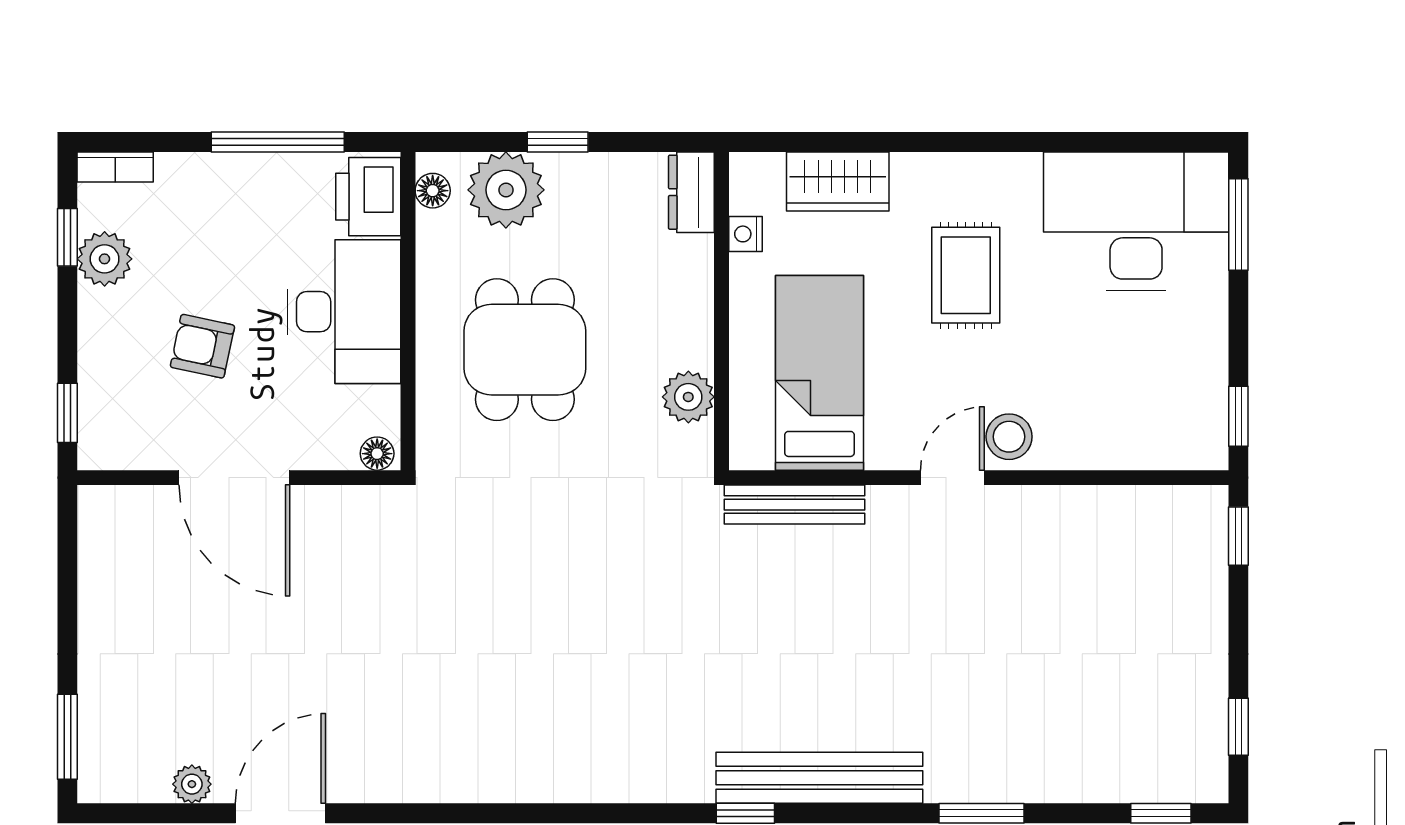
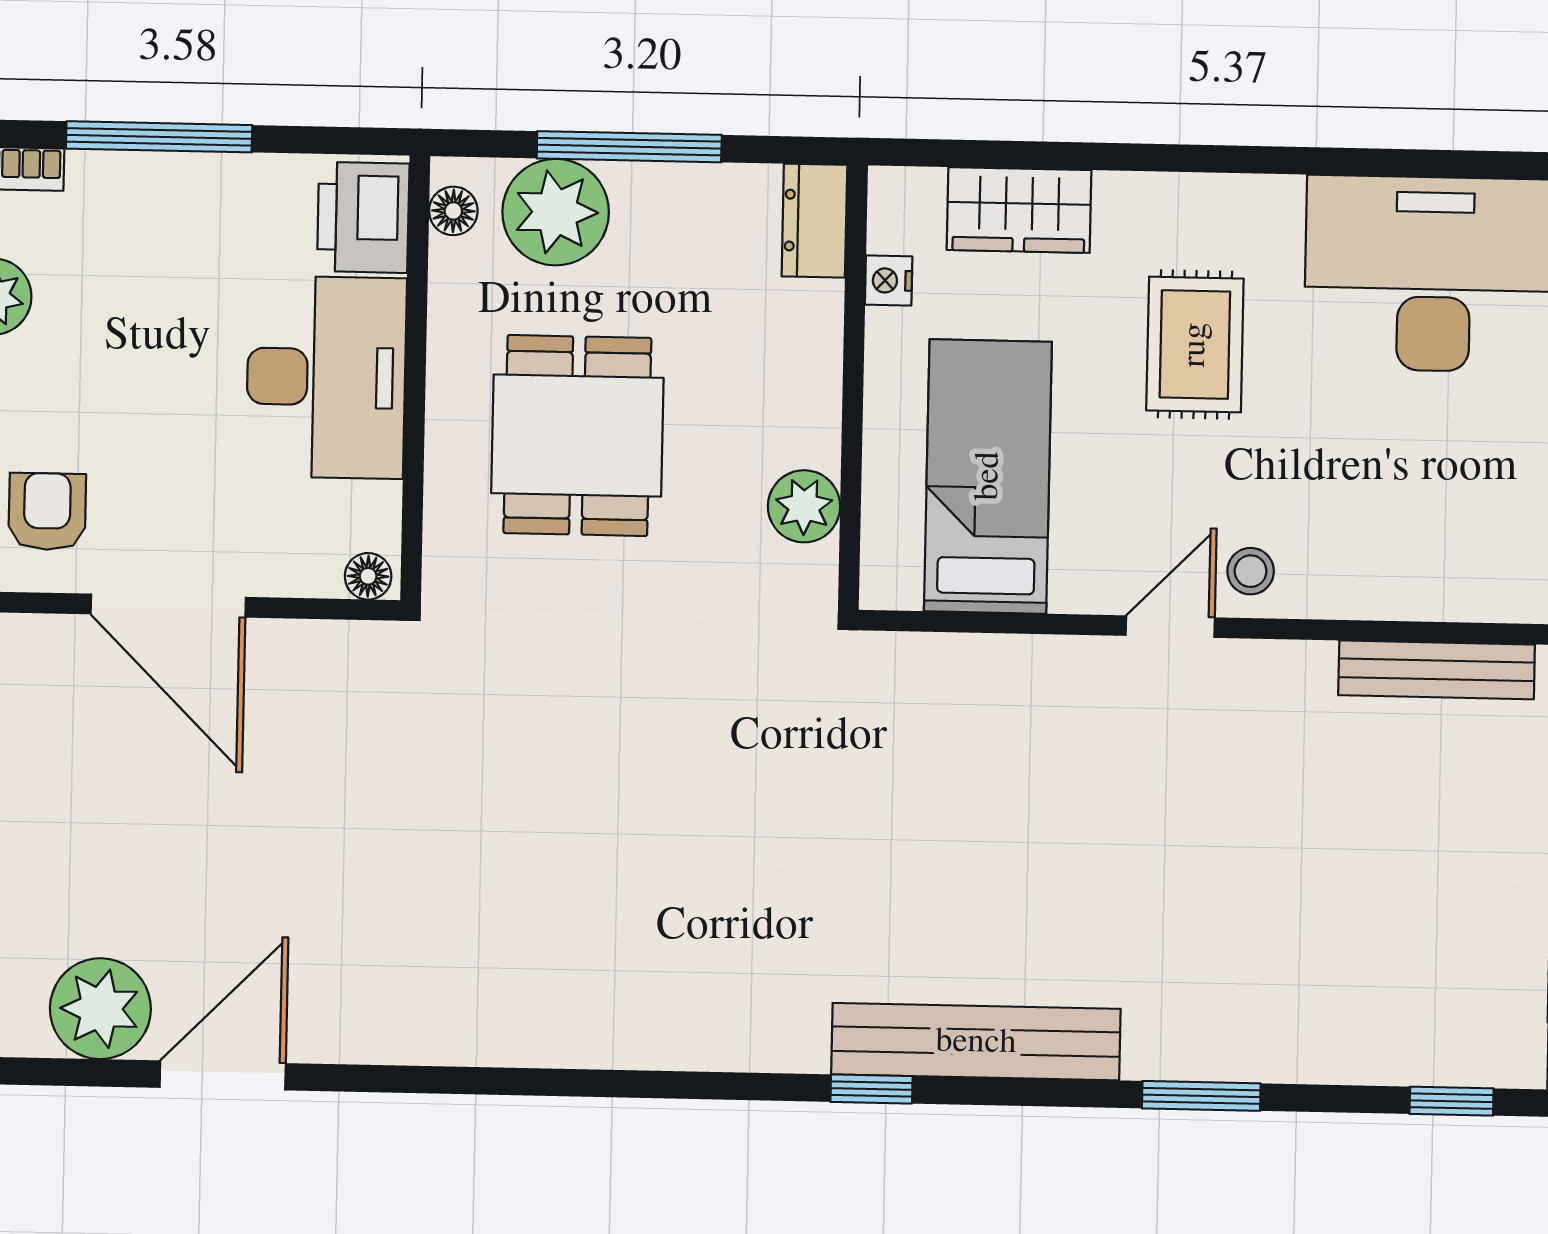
window: (278, 142) -> (159, 137), moved
window: (558, 142) -> (629, 147), width x2.17
armchair: (202, 346) -> (47, 511), moved, turned 78
stool: (1009, 437) -> (1251, 571), width x0.73, depth x0.73
bench: (794, 505) -> (1437, 670), moved
plant: (192, 784) -> (100, 1009), width x1.88, depth x1.88

